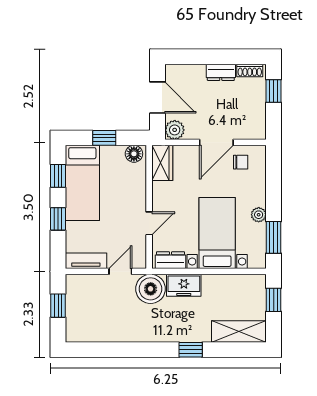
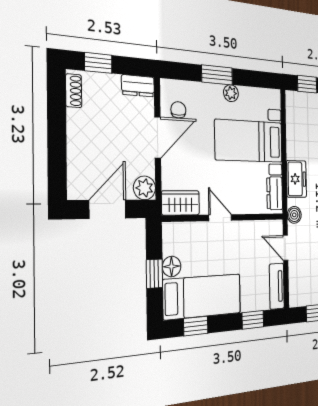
dresser: (221, 72) -> (138, 86), moved, turned 90
door: (216, 142) -> (158, 137), hinge flipped
floor lamp: (134, 154) -> (172, 266), moved
window: (58, 219) -> (253, 320), moved
door: (149, 223) -> (220, 218), moved
window: (274, 237) -> (217, 75), moved
boiler: (151, 289) -> (294, 215), width x0.54, depth x0.54

